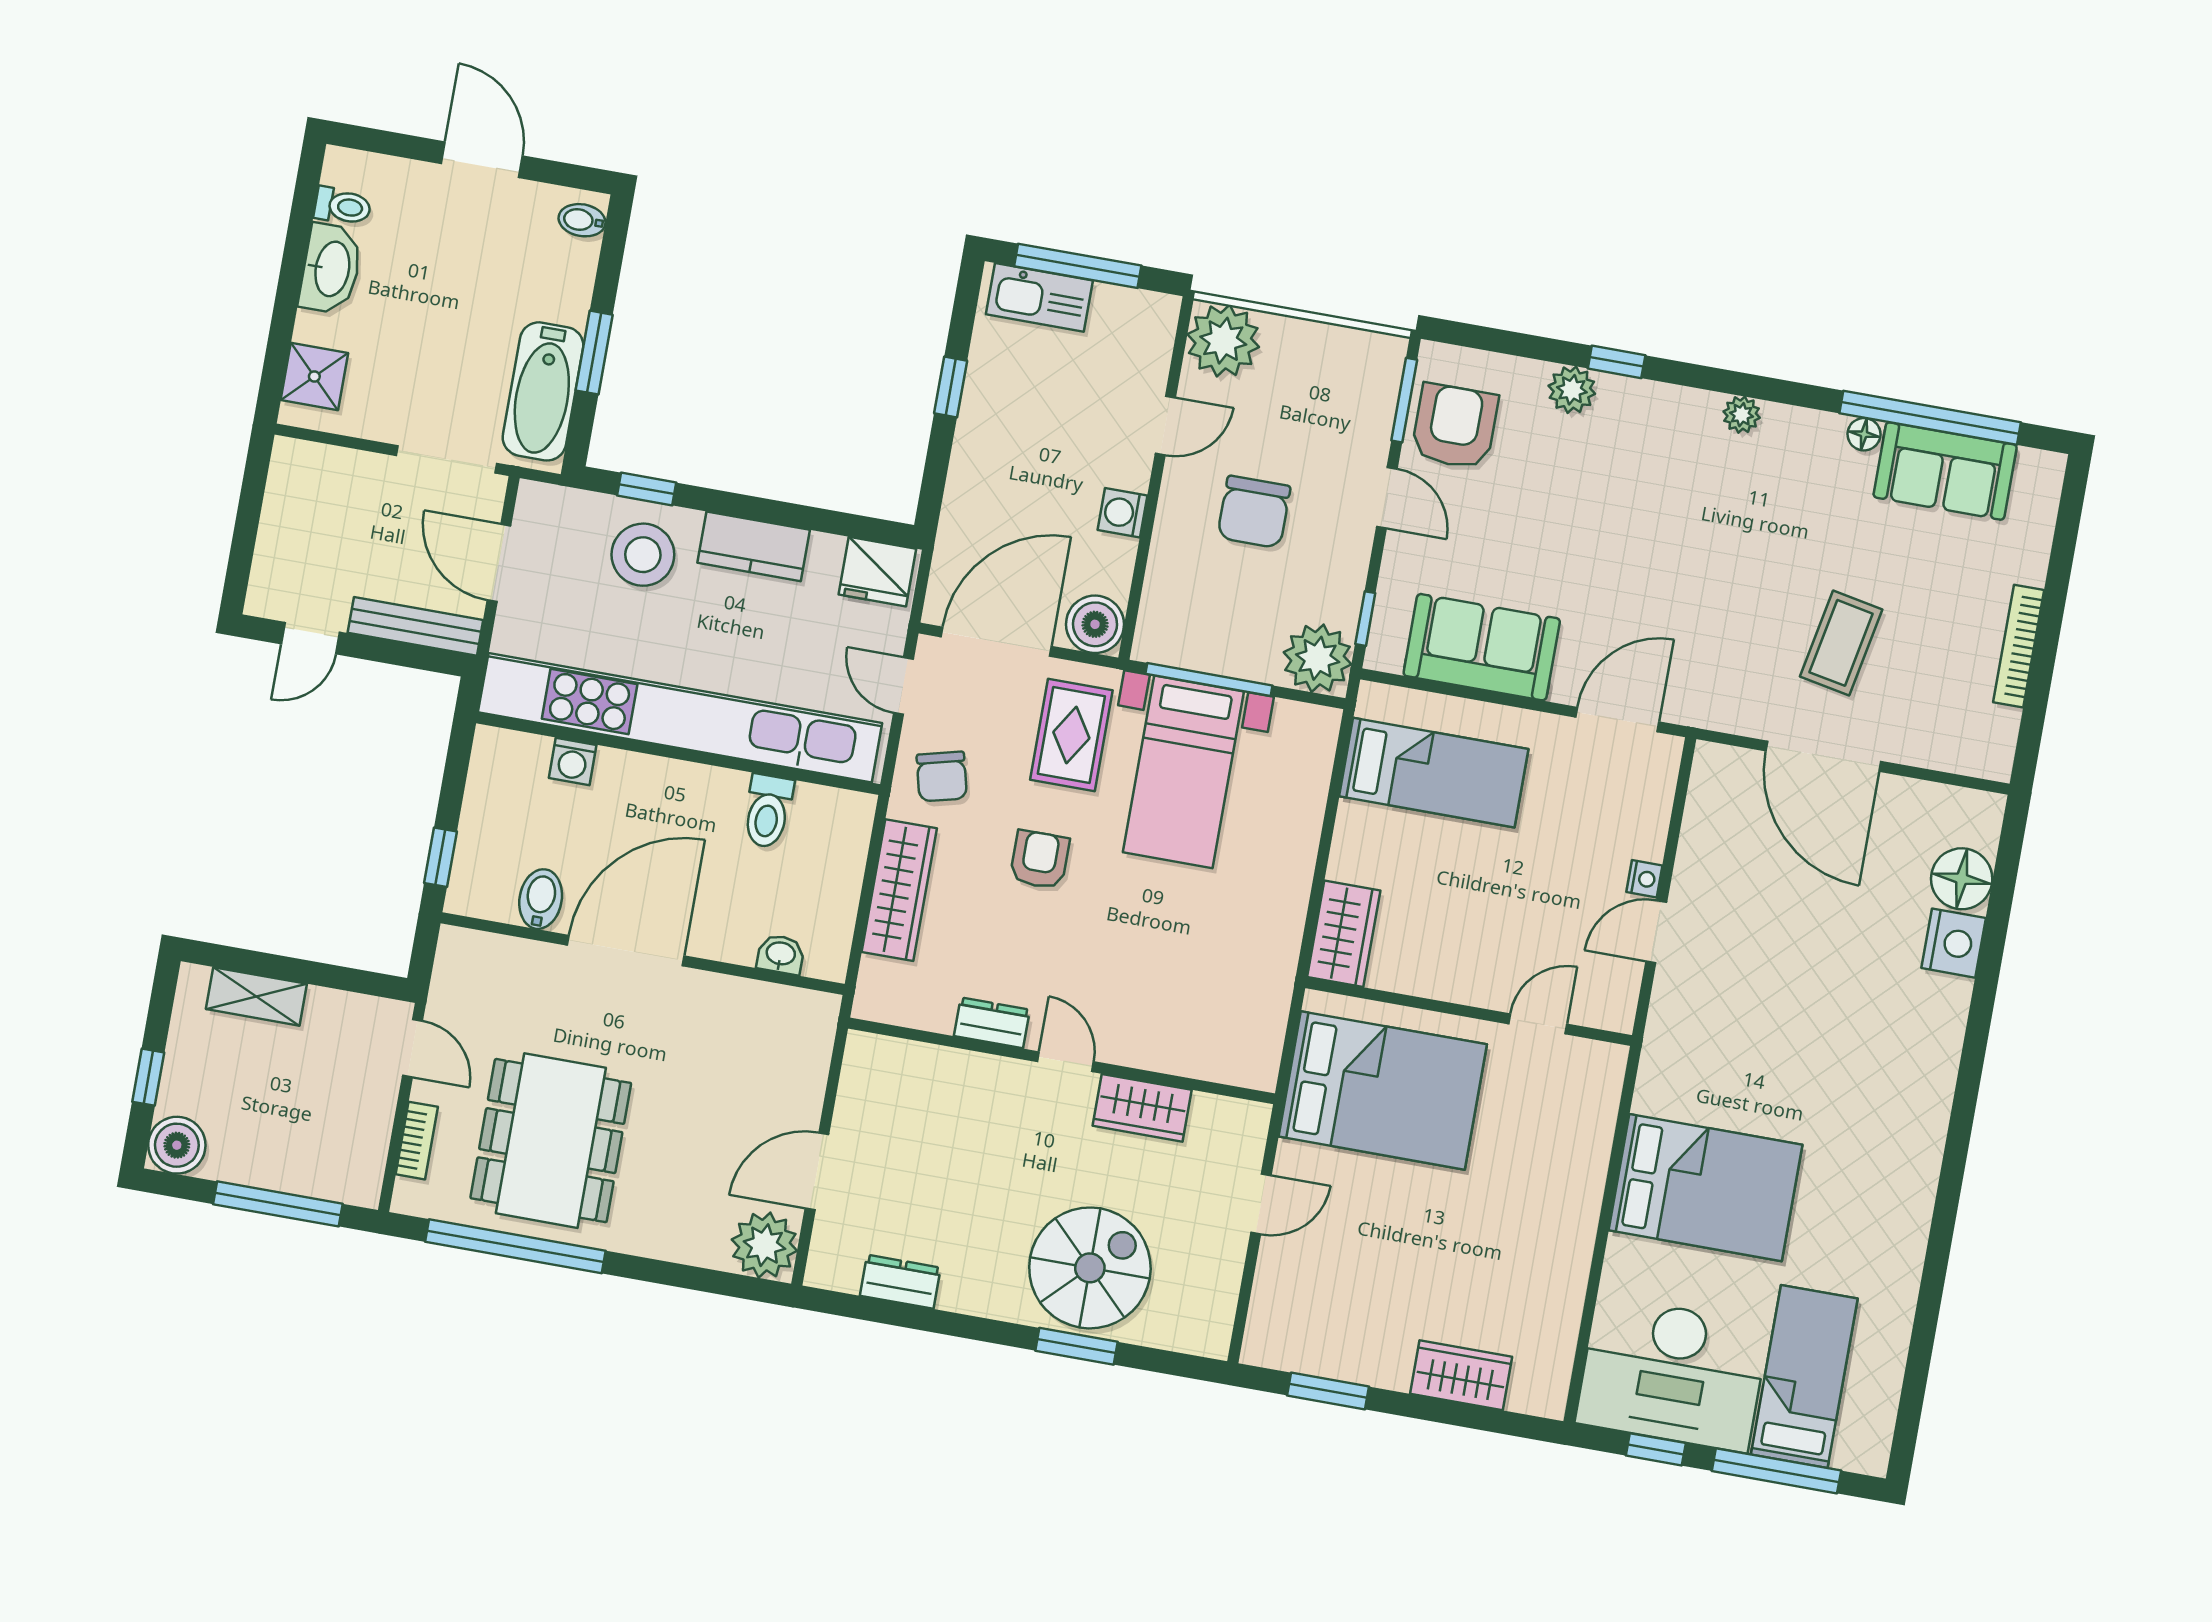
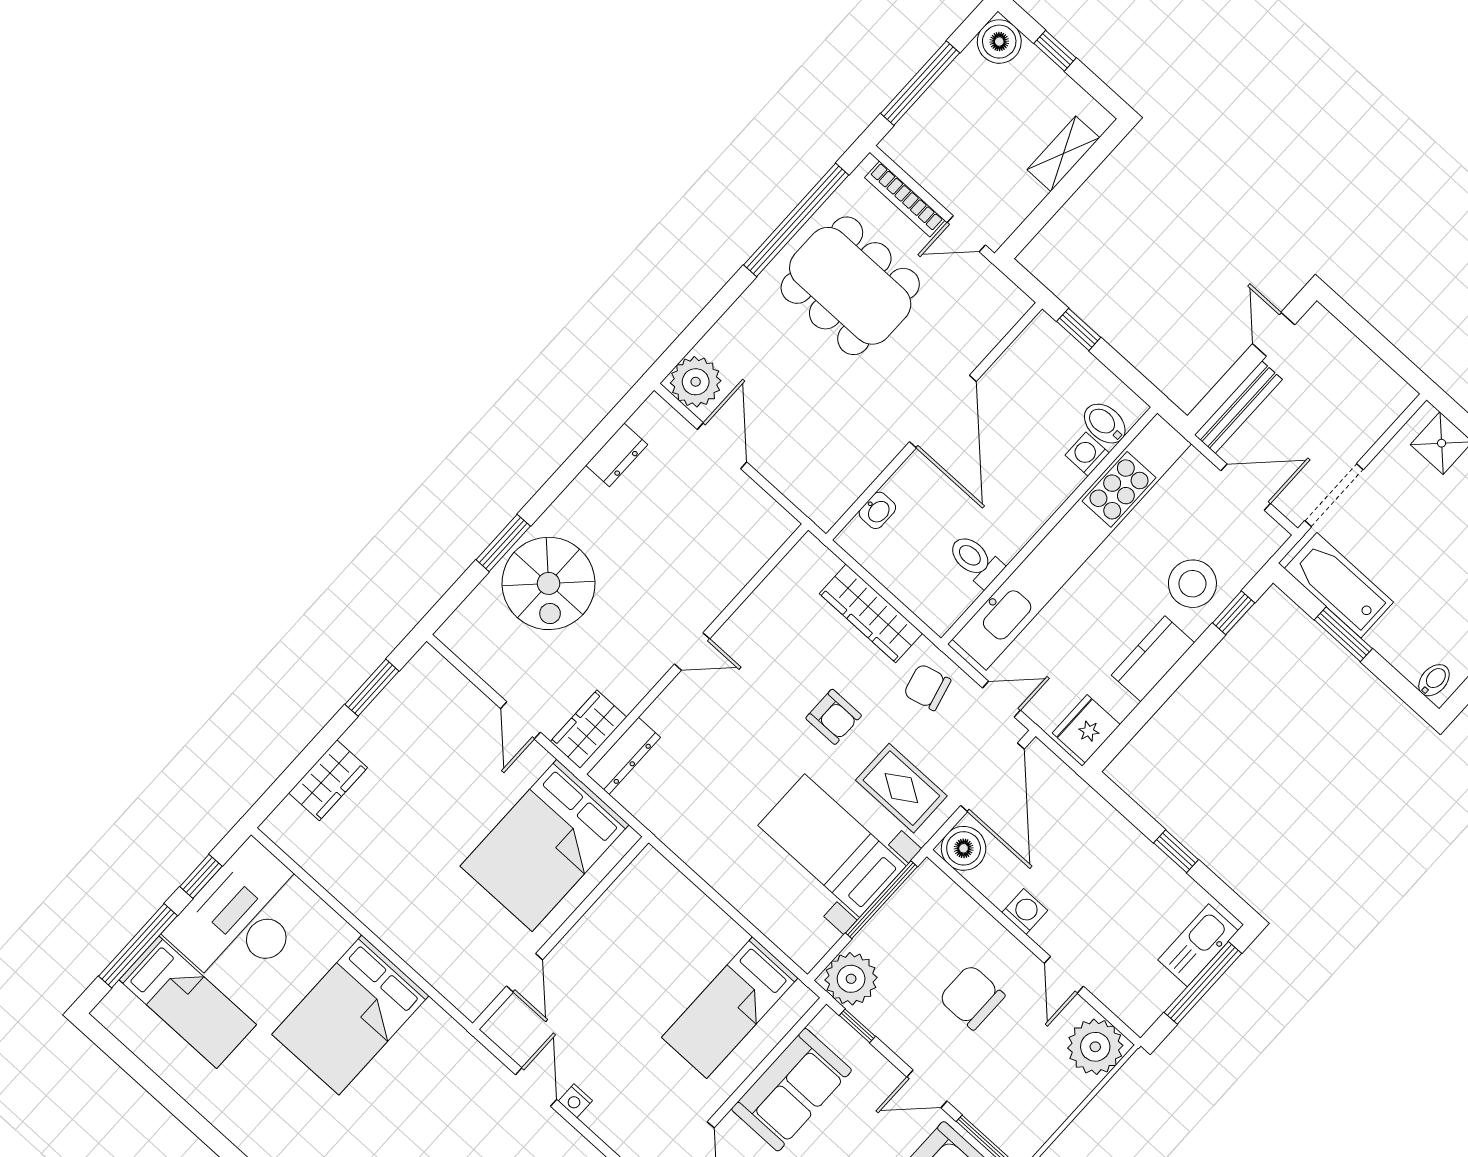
bidet: (541, 899) -> (1105, 424), moved, turned 180
wardrobe: (1344, 934) -> (662, 884), removed
dresser: (992, 1023) -> (624, 756), moved, width x1.44
wardrobe: (1142, 1108) -> (589, 729), moved
bookcase: (417, 1141) -> (905, 199), width x1.56

